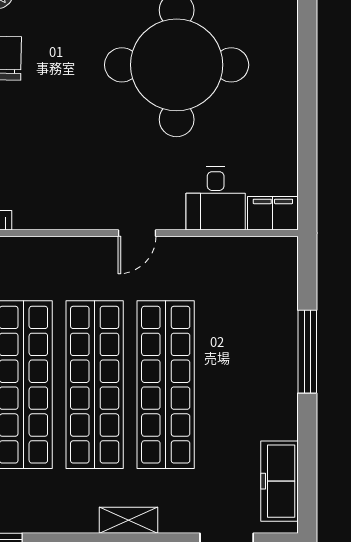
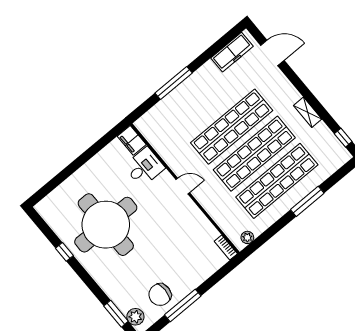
shelving: (128, 520) -> (308, 112), moved

